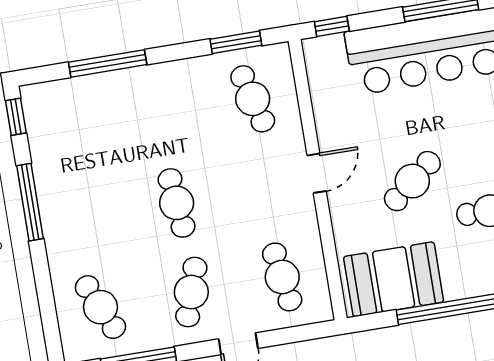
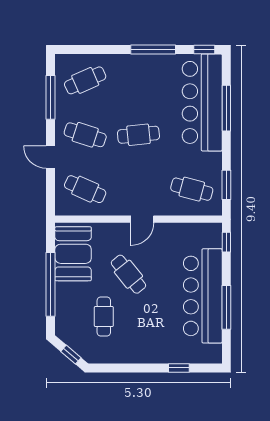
cafe table: (253, 99) -> (192, 189), turned 30
bar counter: (105, 105) -> (202, 102), added
door: (317, 173) -> (142, 219), hinge flipped
cafe table: (282, 277) -> (85, 189), turned 33

